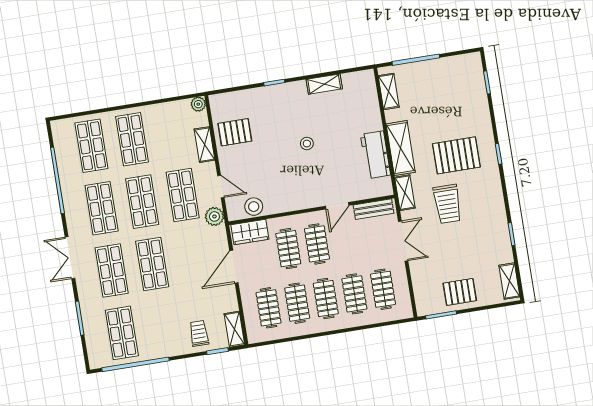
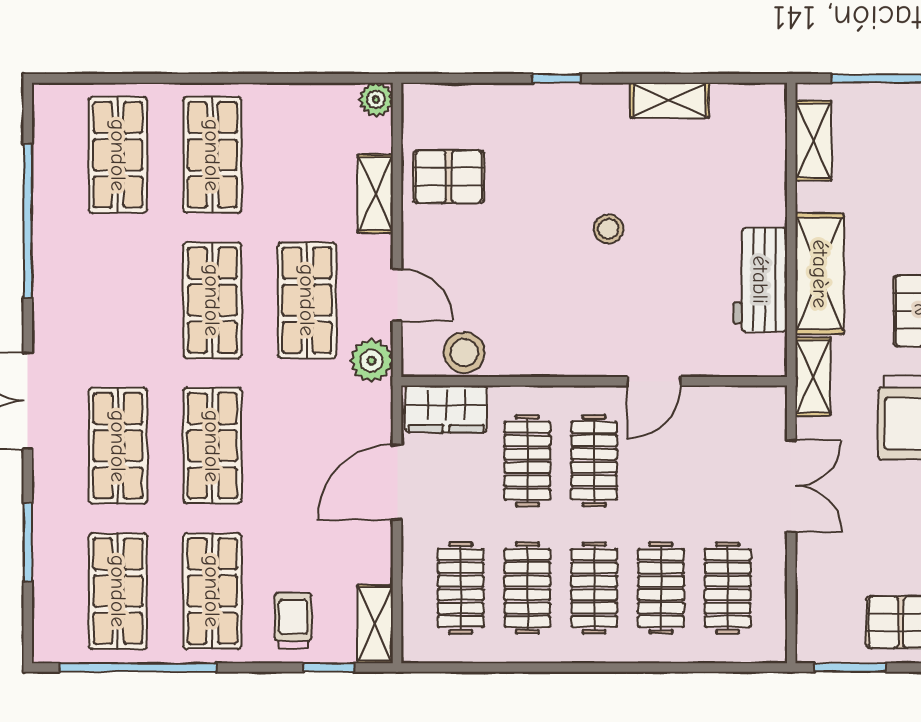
shop shelf: (102, 208) -> (212, 591), moved
bench: (374, 209) -> (736, 402), removed

